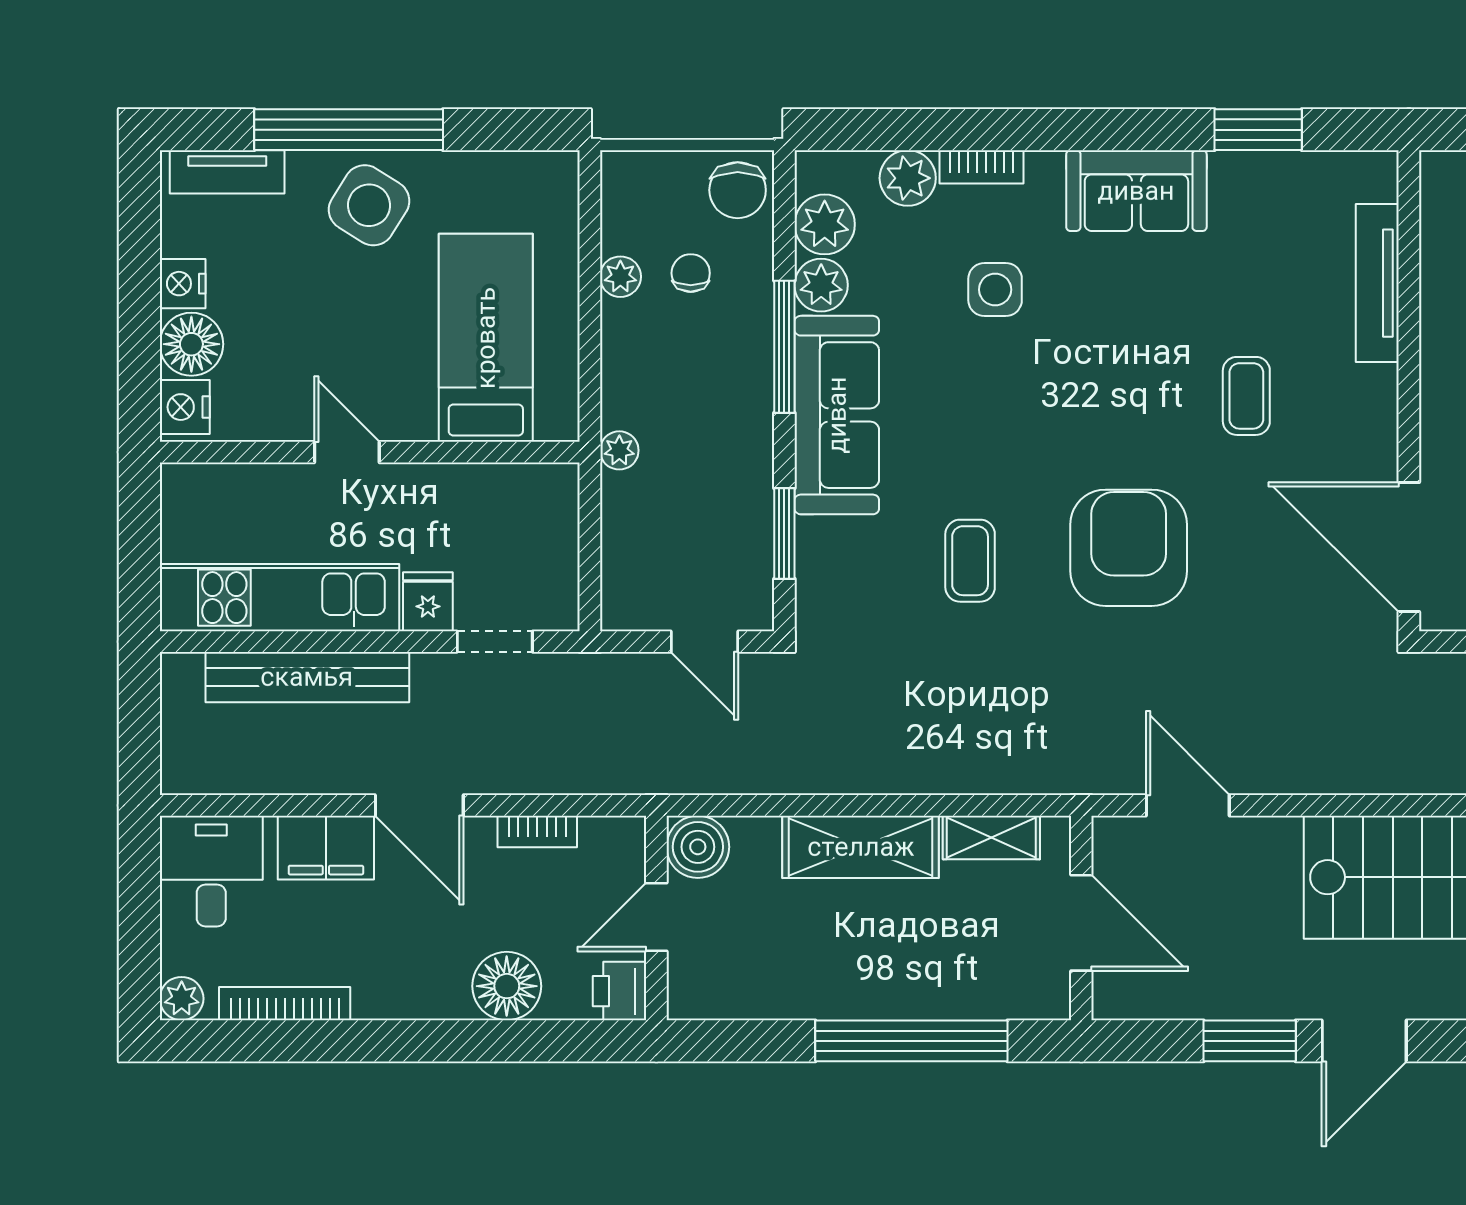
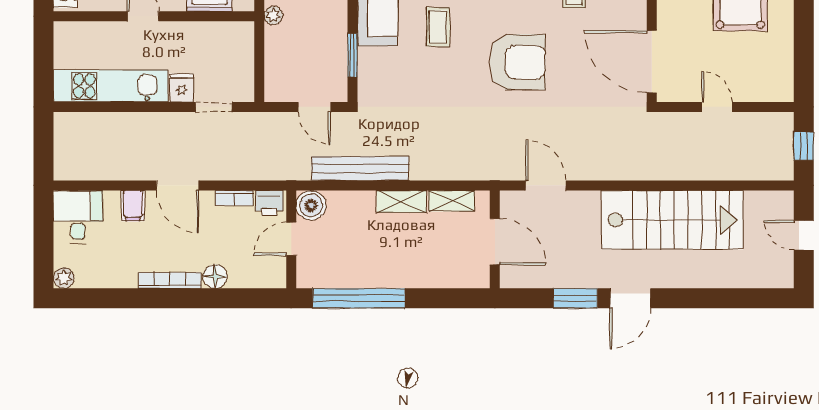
armchair: (1129, 548) -> (517, 62), turned 90
coffee table: (970, 561) -> (438, 27), moved
bench: (307, 677) -> (360, 168), moved
shelving: (861, 847) -> (402, 202), width x0.67, depth x0.75
filing cabinet: (326, 848) -> (133, 206), width x0.50
floor lamp: (507, 986) -> (215, 276), width x0.73, depth x0.73
printer: (619, 991) -> (269, 203), moved, turned -90
bookcase: (285, 1004) -> (170, 280), moved
window: (911, 1041) -> (359, 298), moved

